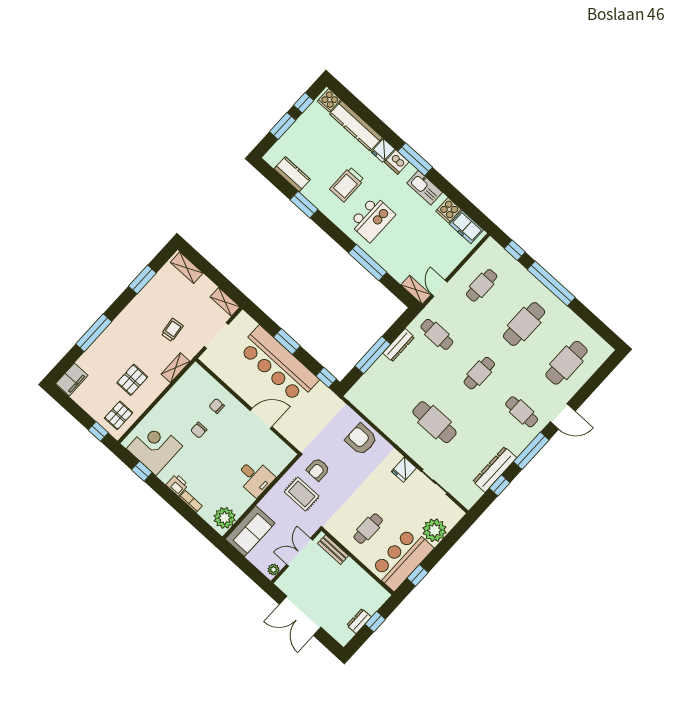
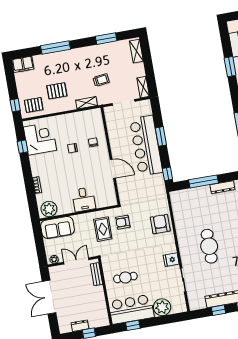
printer: (177, 485) -> (37, 170), removed

